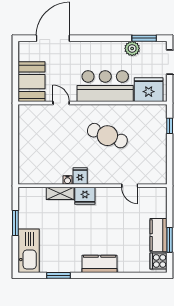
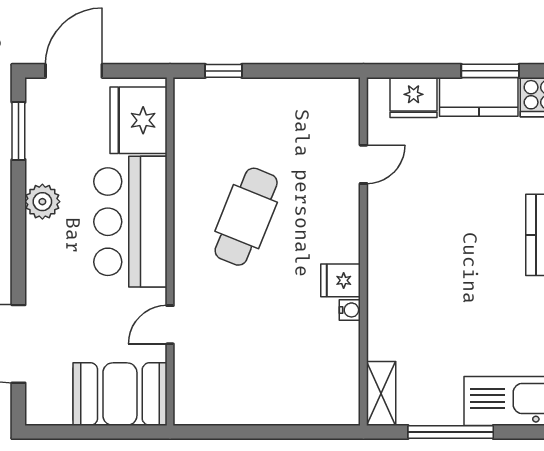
plant: (132, 48) -> (42, 202), moved
shelving: (60, 193) -> (381, 393), moved
fridge: (85, 196) -> (414, 97), moved, turned 90
window: (15, 223) -> (451, 432), width x1.44

